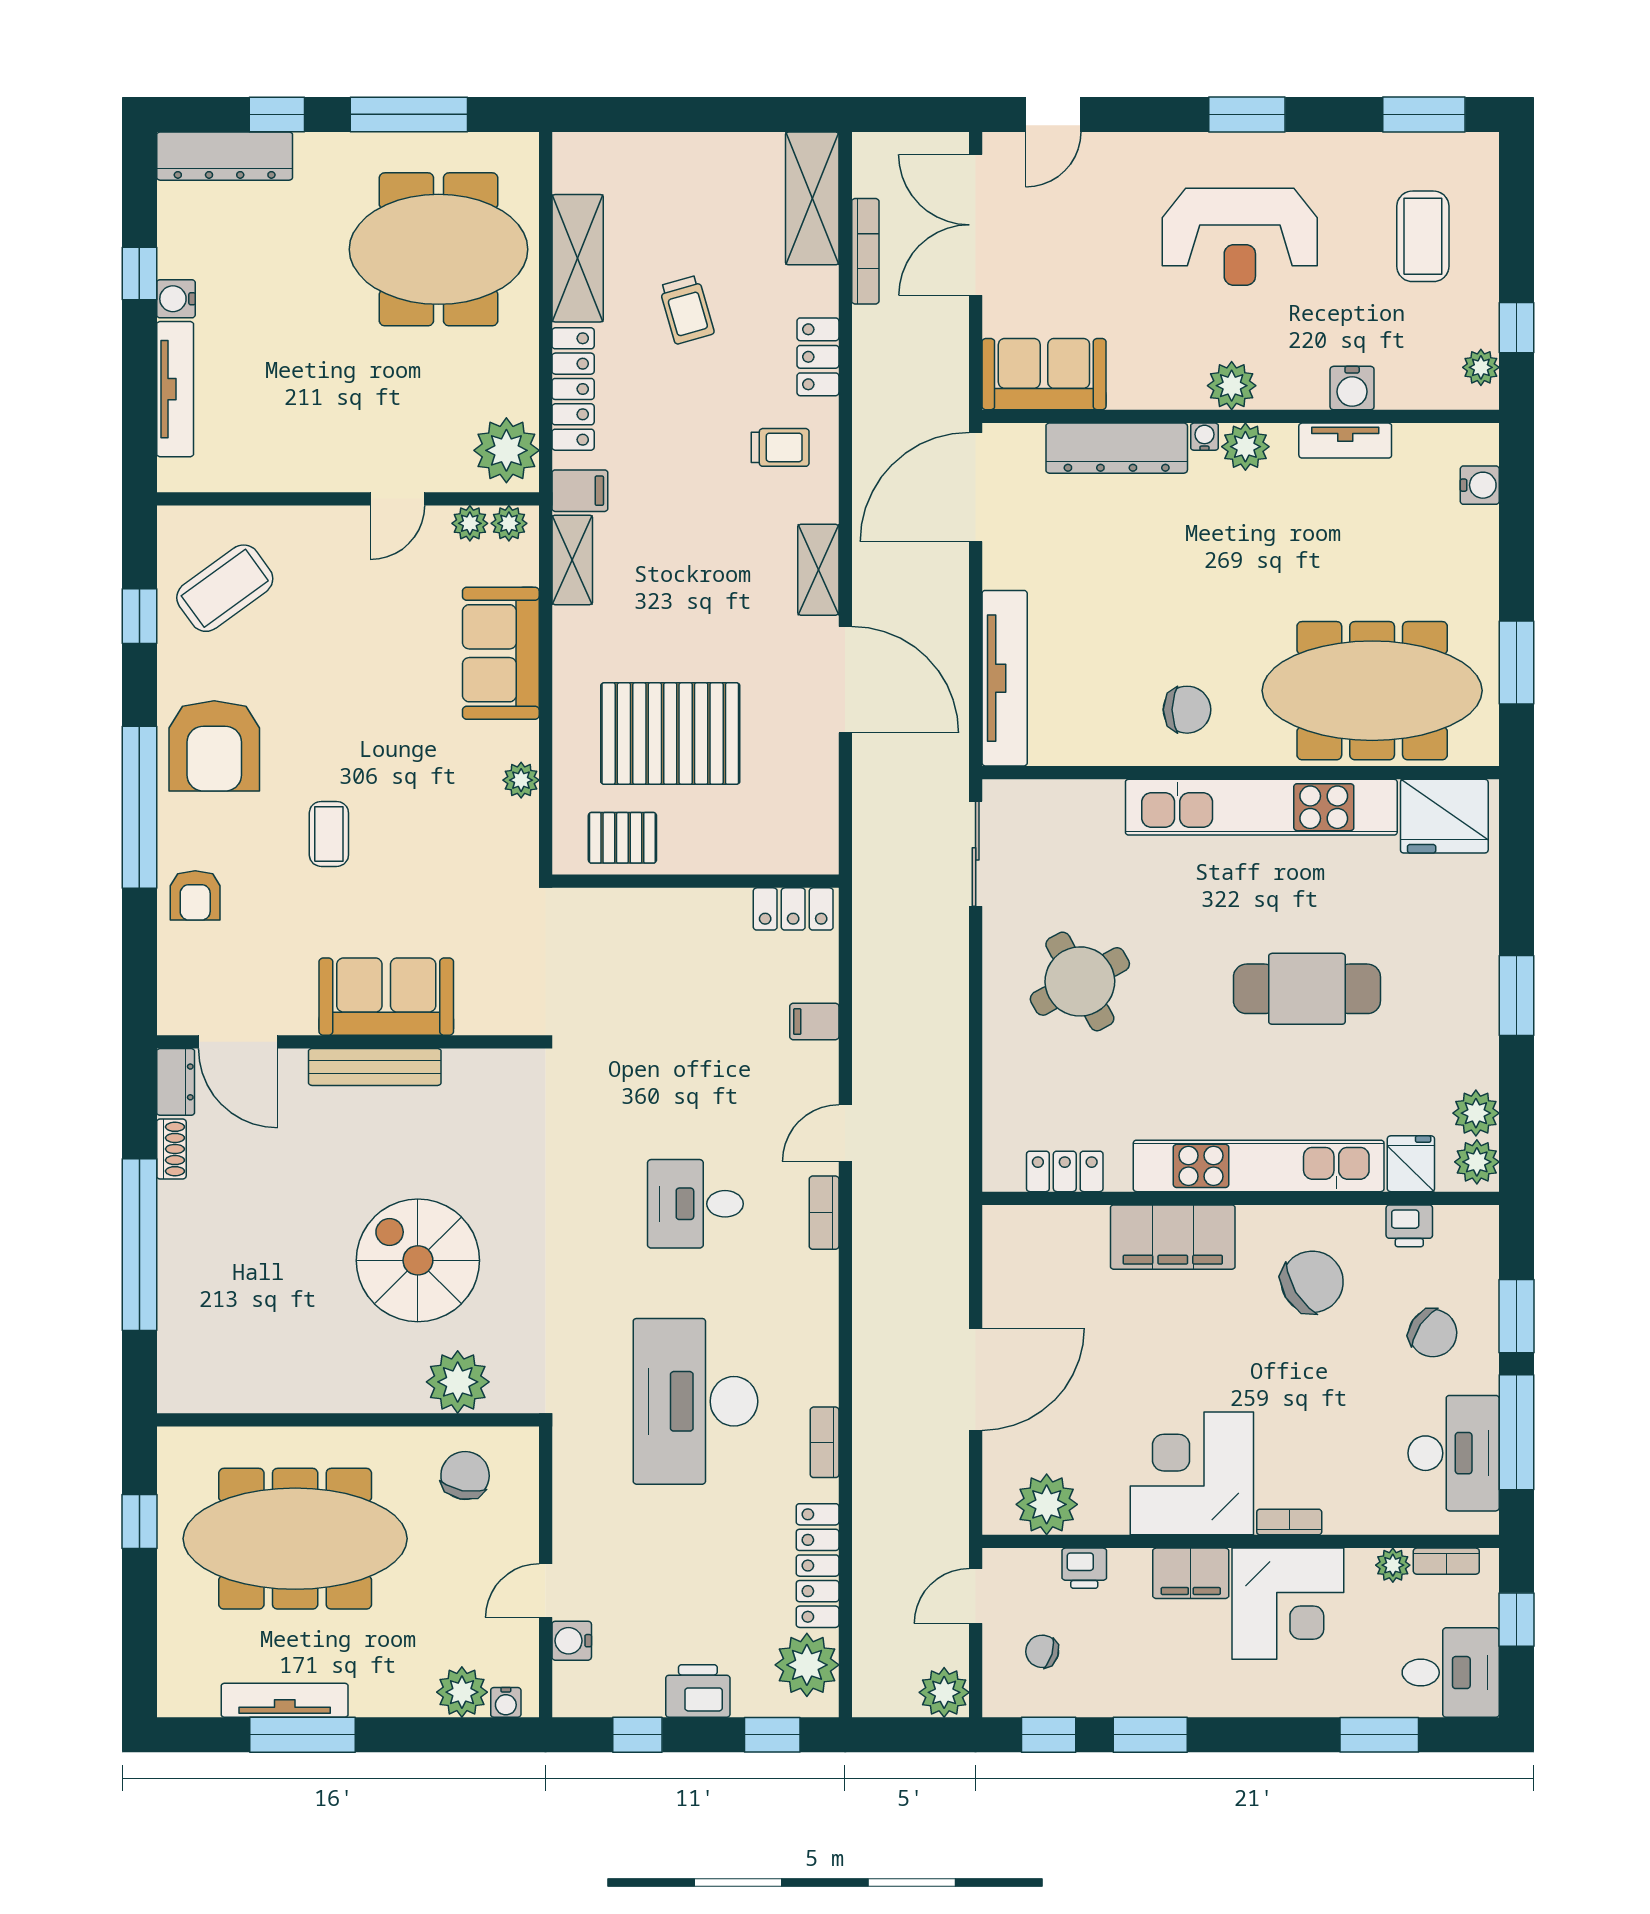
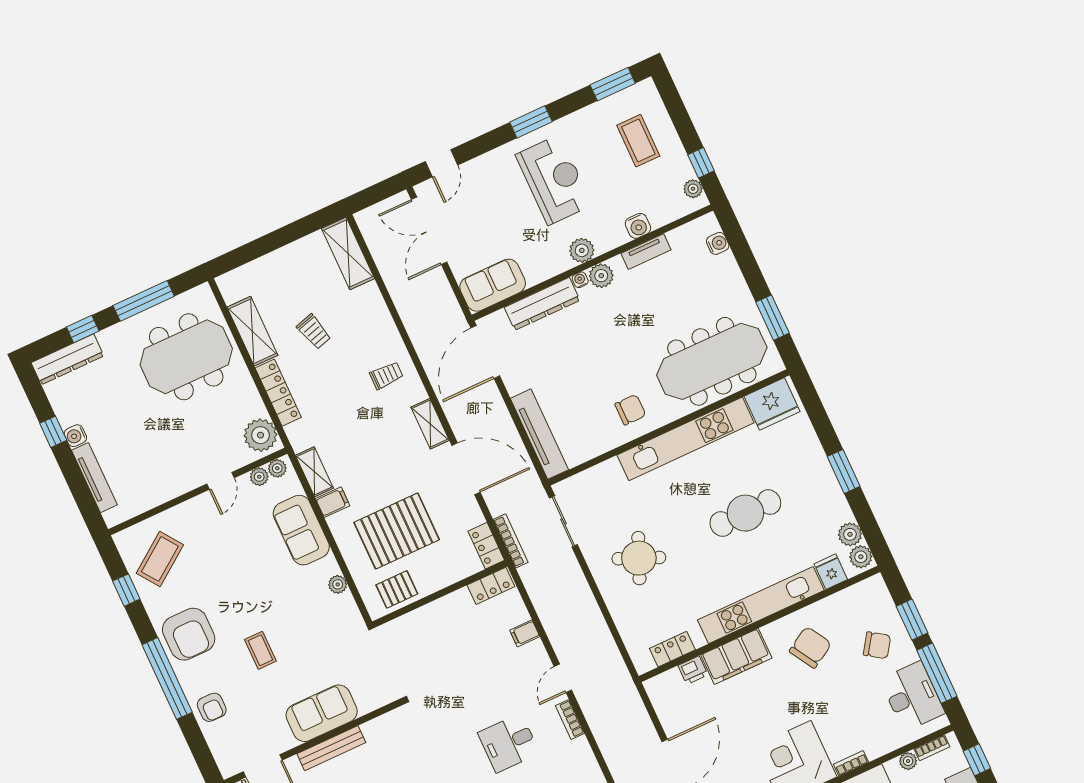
reception desk: (1240, 237) -> (554, 180), turned -90
bookcase: (865, 251) -> (511, 541), moved
locker: (818, 357) -> (486, 546), moved
filing cabinet: (580, 491) -> (333, 502), moved
round table: (1080, 981) -> (639, 558), turned -38
printer: (1409, 1226) -> (693, 670), moved

